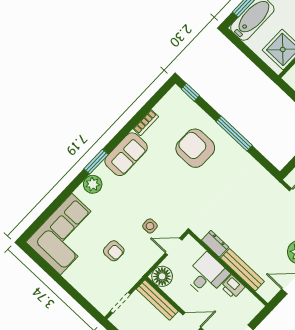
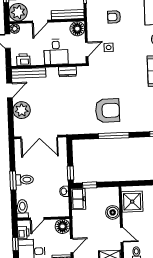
armchair: (195, 148) -> (107, 111), moved
bench: (242, 270) -> (29, 73), moved
printer: (233, 287) -> (23, 60), moved

